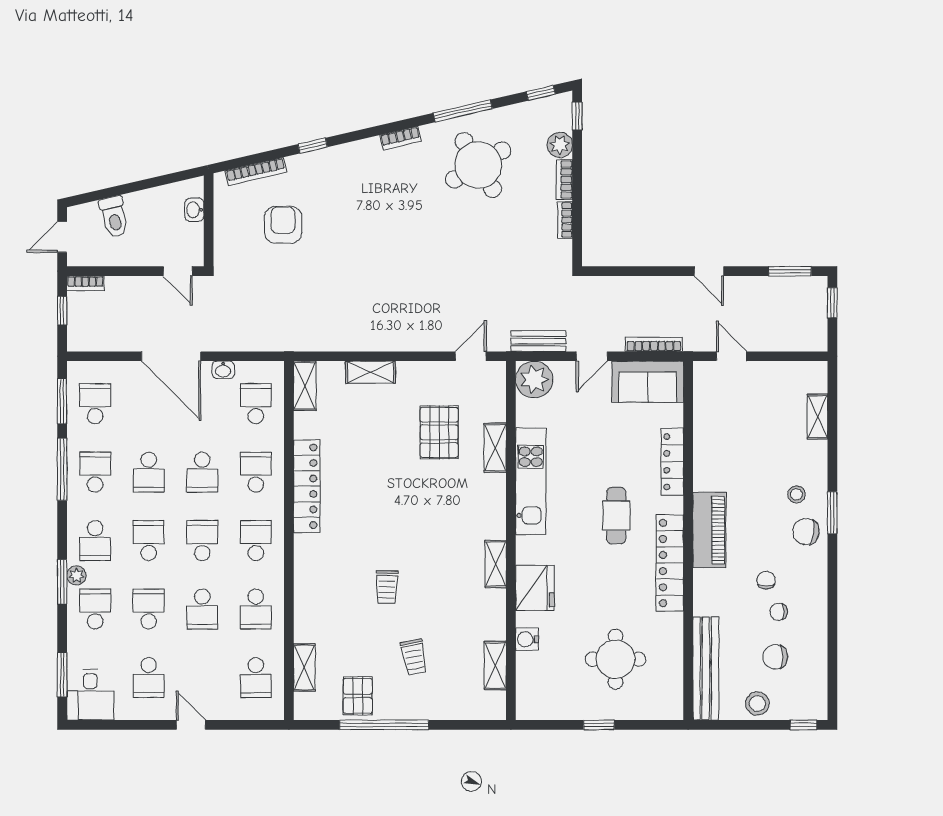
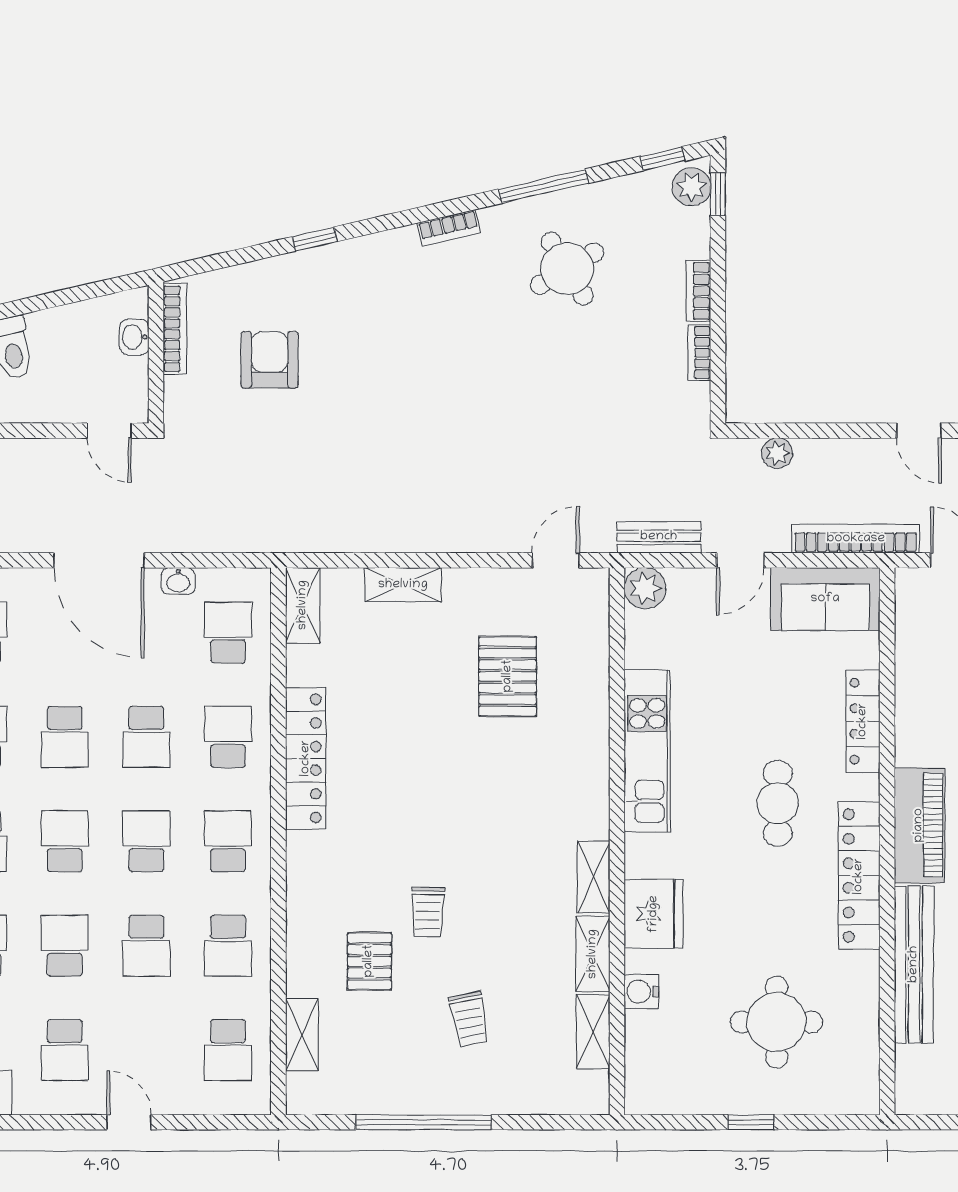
plant: (560, 145) -> (691, 187), moved
round table: (478, 165) -> (567, 269), width x0.73, depth x0.73
bookcase: (256, 171) -> (175, 329), moved, turned -77
plant: (616, 286) -> (777, 453), added
bookcase: (654, 344) -> (856, 539), width x1.48, depth x1.31
plant: (534, 380) -> (645, 588), width x0.73, depth x0.73
shelving: (495, 448) -> (593, 954), moved
bench: (706, 668) -> (914, 964), moved
pallet: (358, 696) -> (369, 961), moved

